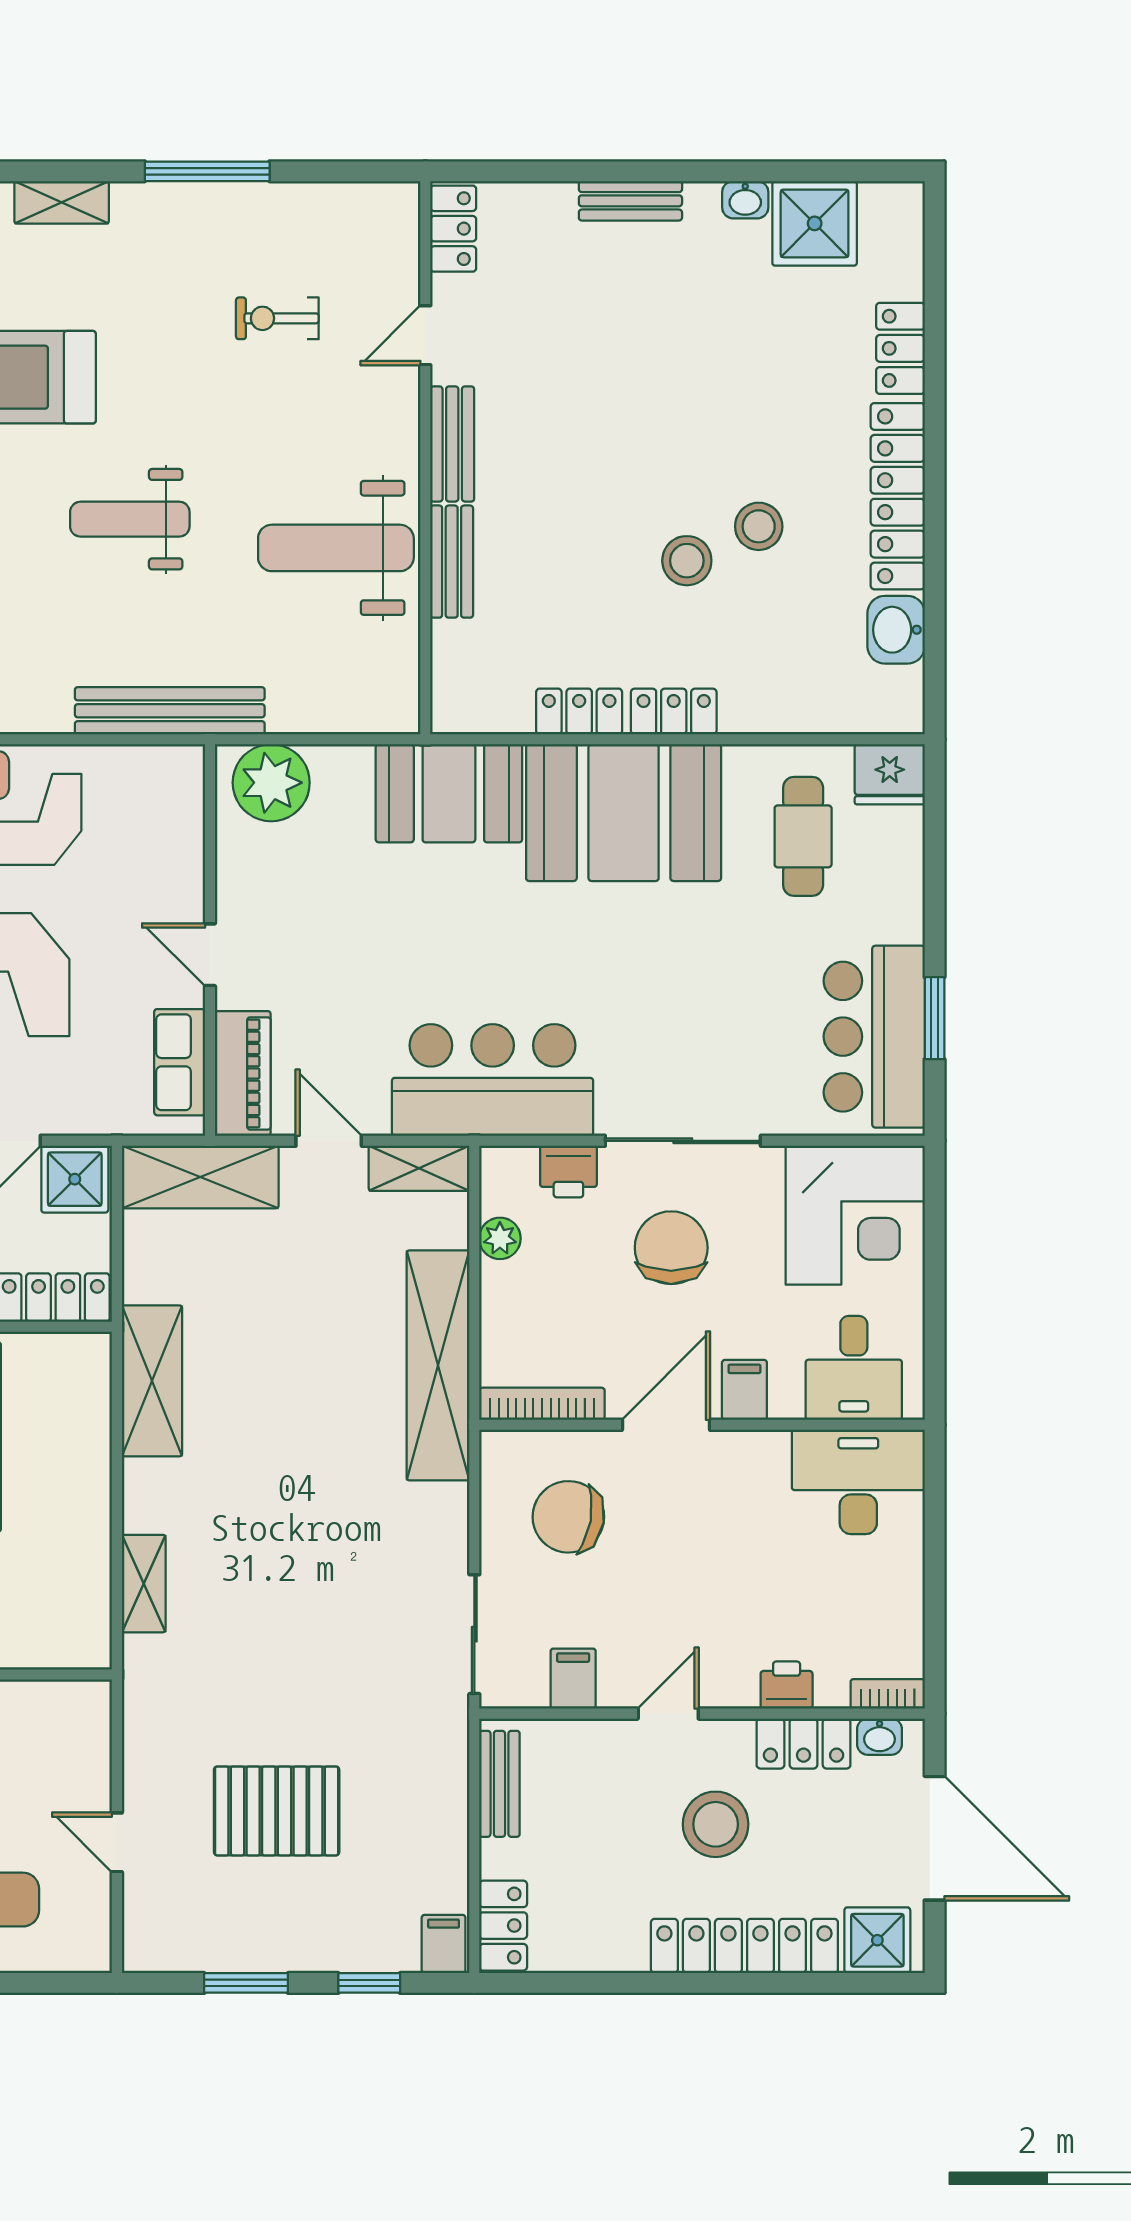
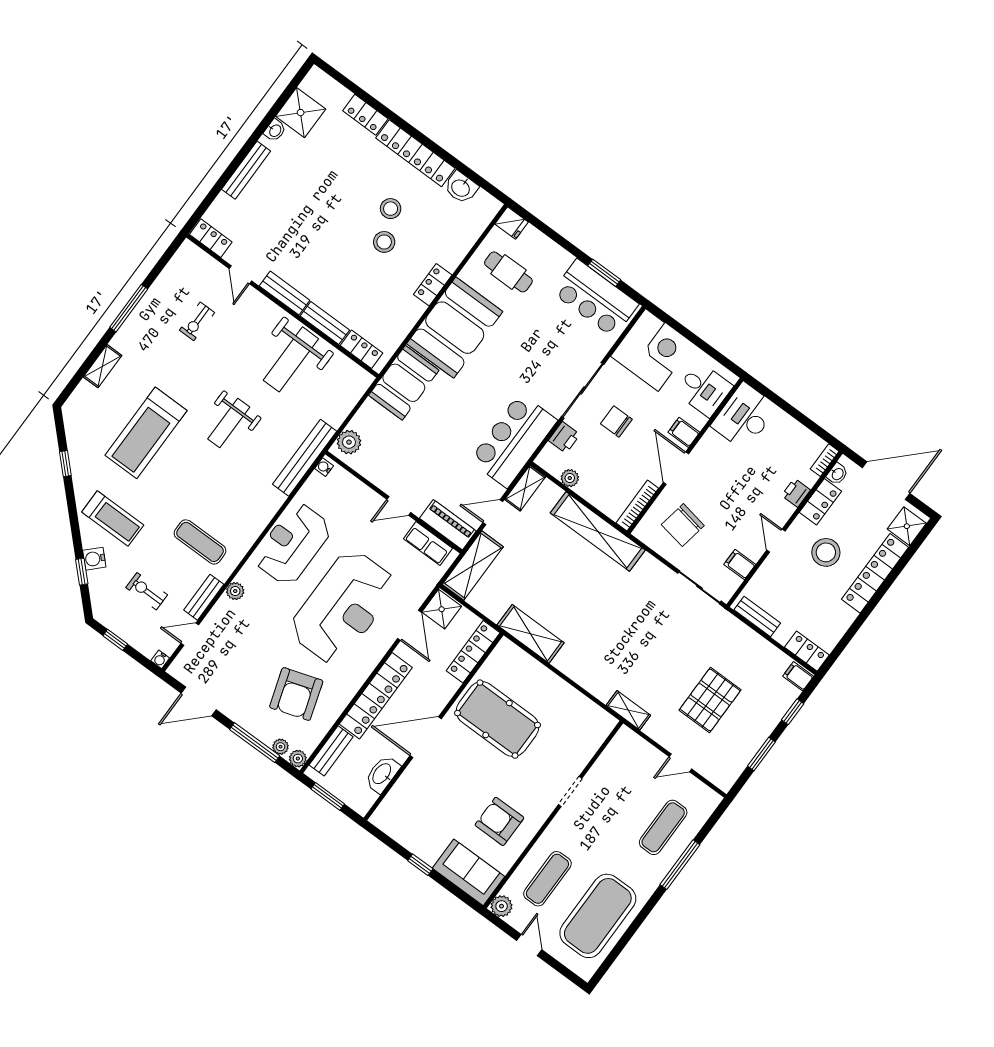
bench: (630, 201) -> (246, 170), width x1.36
locker: (579, 711) -> (361, 349), moved, turned 90
water cooler: (179, 760) -> (324, 467), added
fridge: (890, 774) -> (512, 223), width x0.72
plant: (271, 783) -> (349, 442), width x0.73, depth x0.73
chair: (671, 1248) -> (616, 422), width x0.73, depth x0.73
shelving: (144, 1584) -> (628, 710), moved

